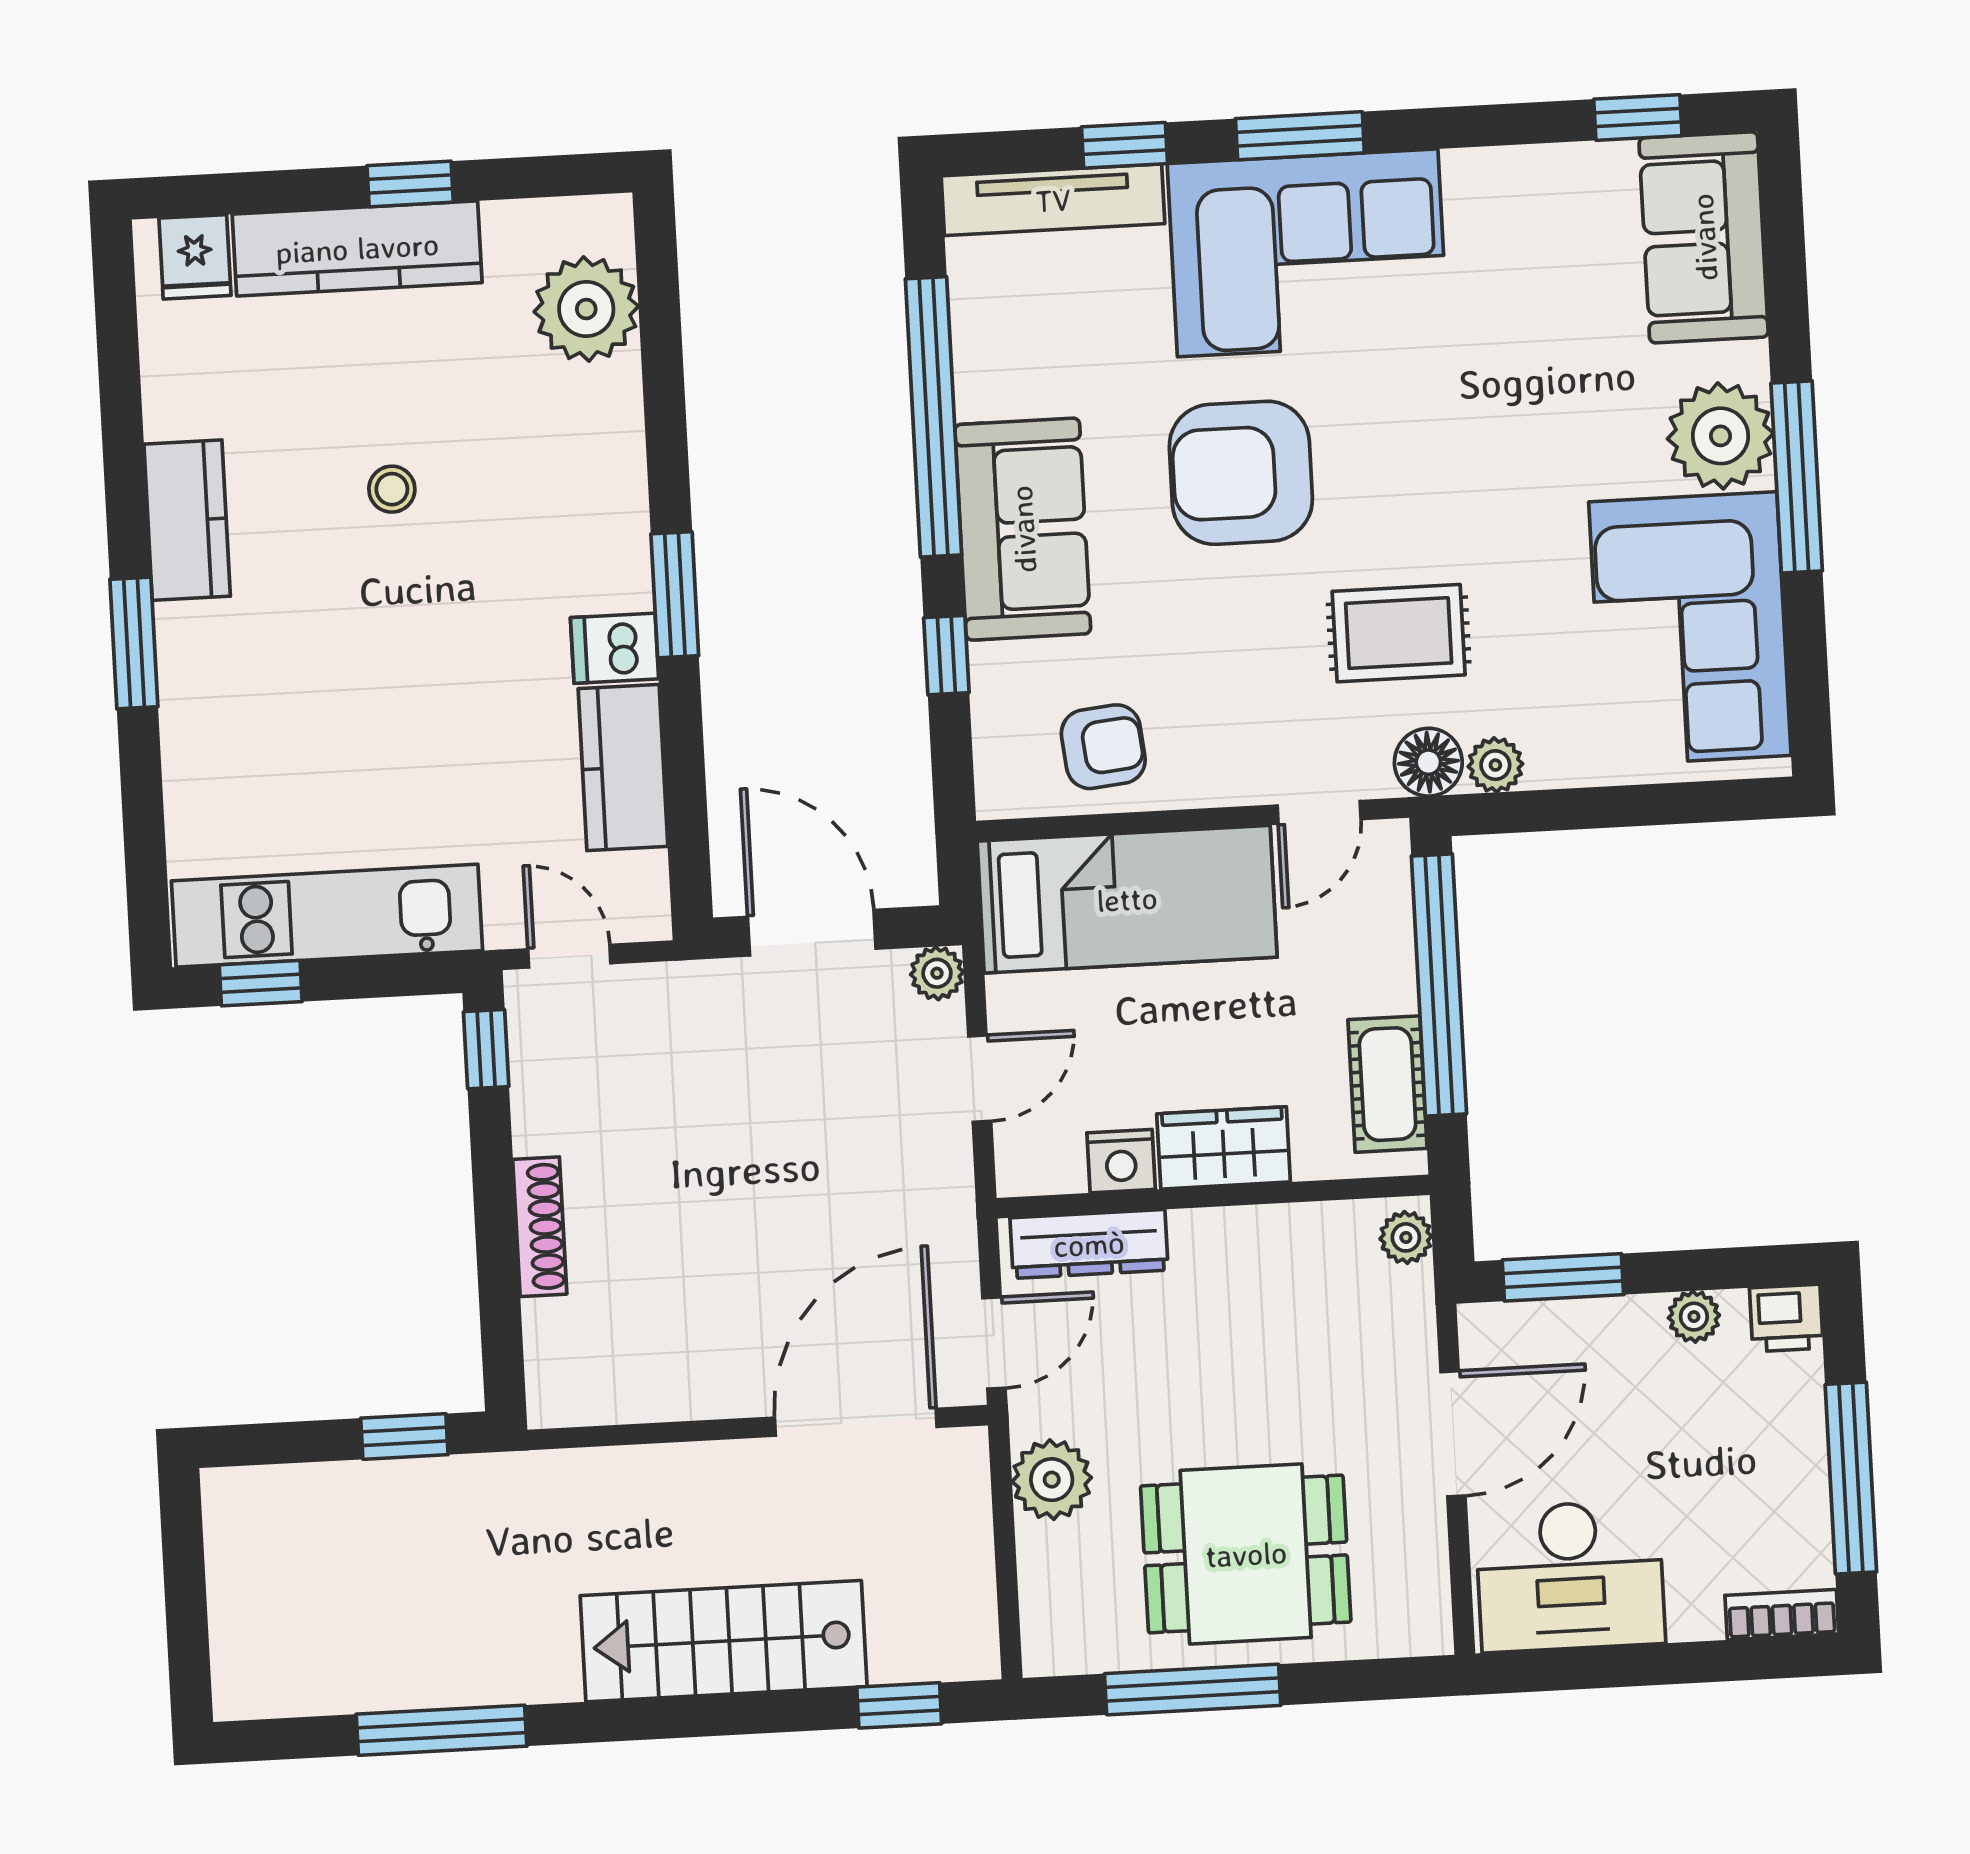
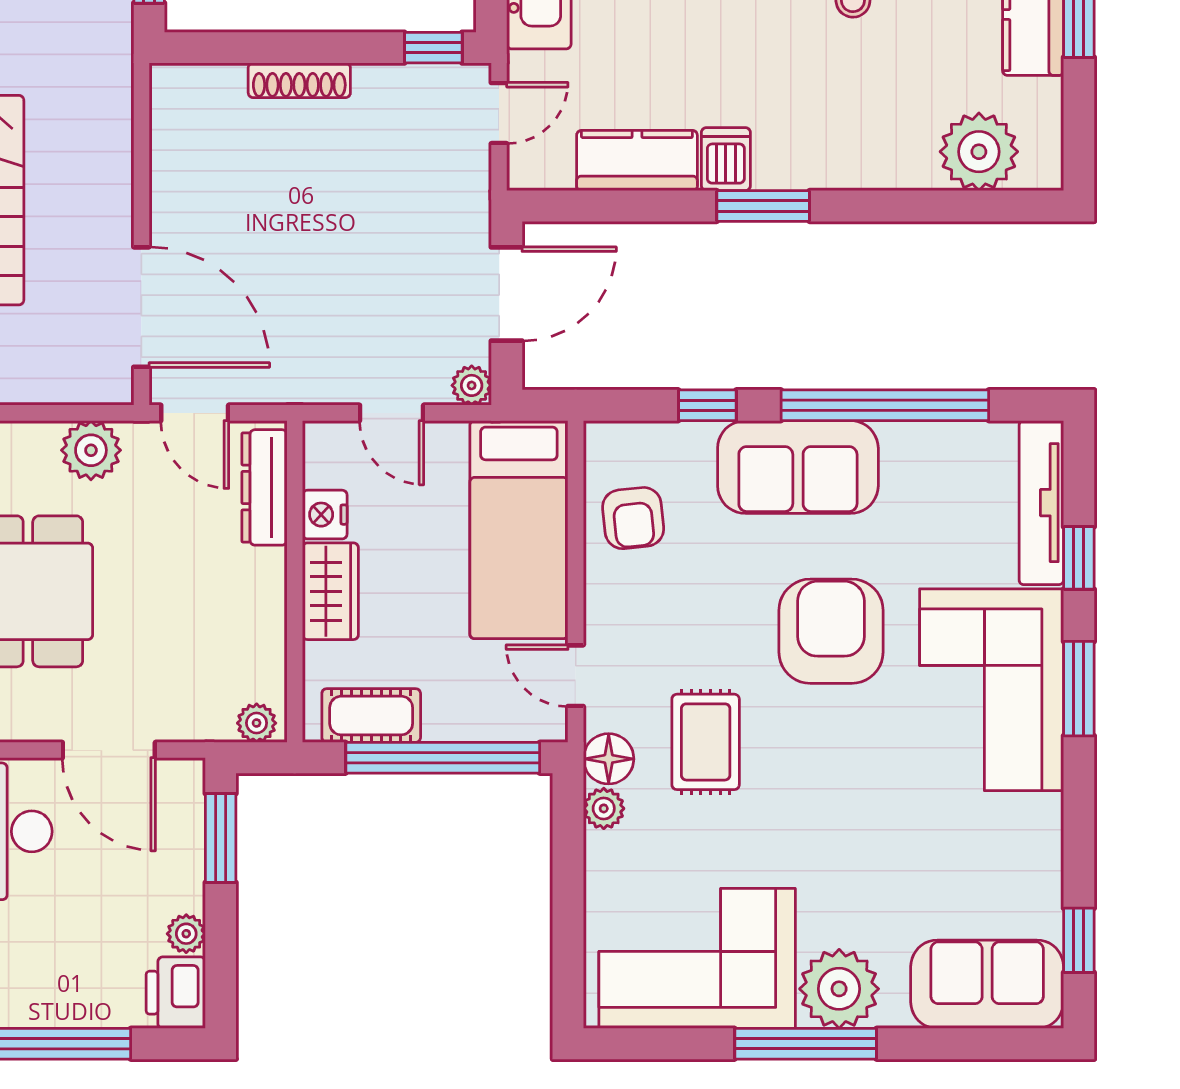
printer: (1786, 1318) -> (176, 993), width x1.36, depth x1.24

